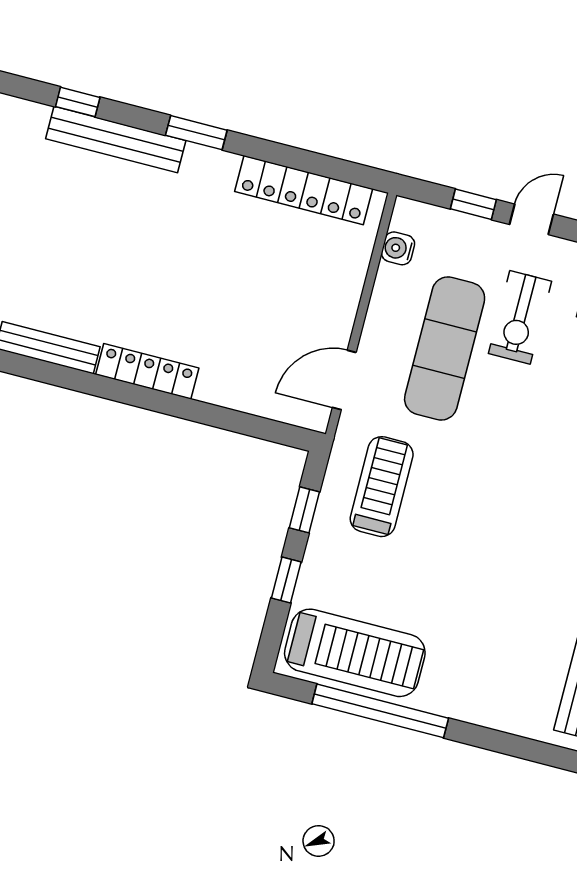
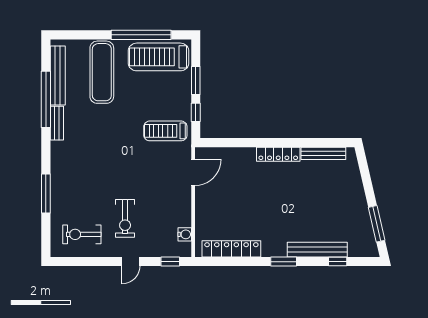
window: (473, 204) -> (170, 262), moved
exercise bike: (520, 317) -> (125, 218), turned 180
exercise mat: (445, 349) -> (102, 72), moved
treadmill: (382, 487) -> (165, 131), turned 90
window: (286, 580) -> (196, 80), width x1.50

